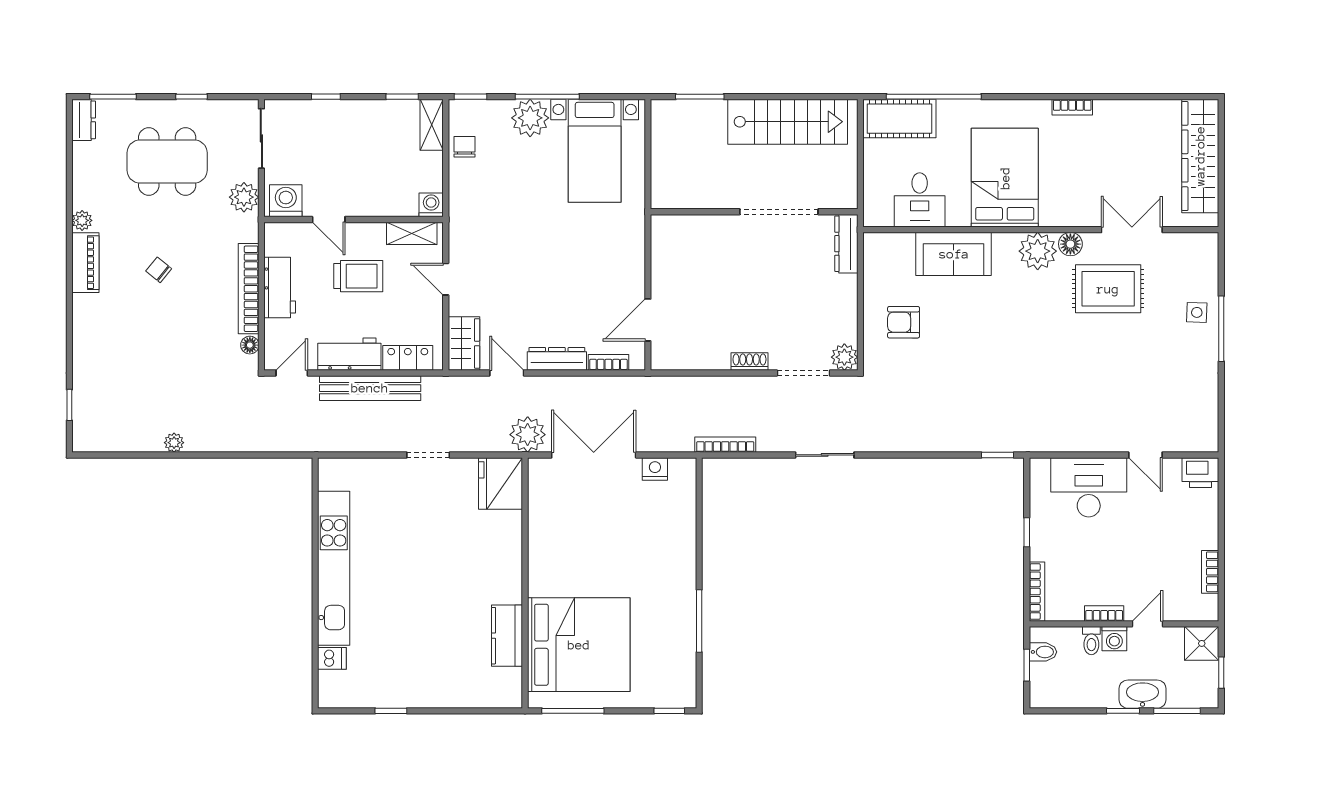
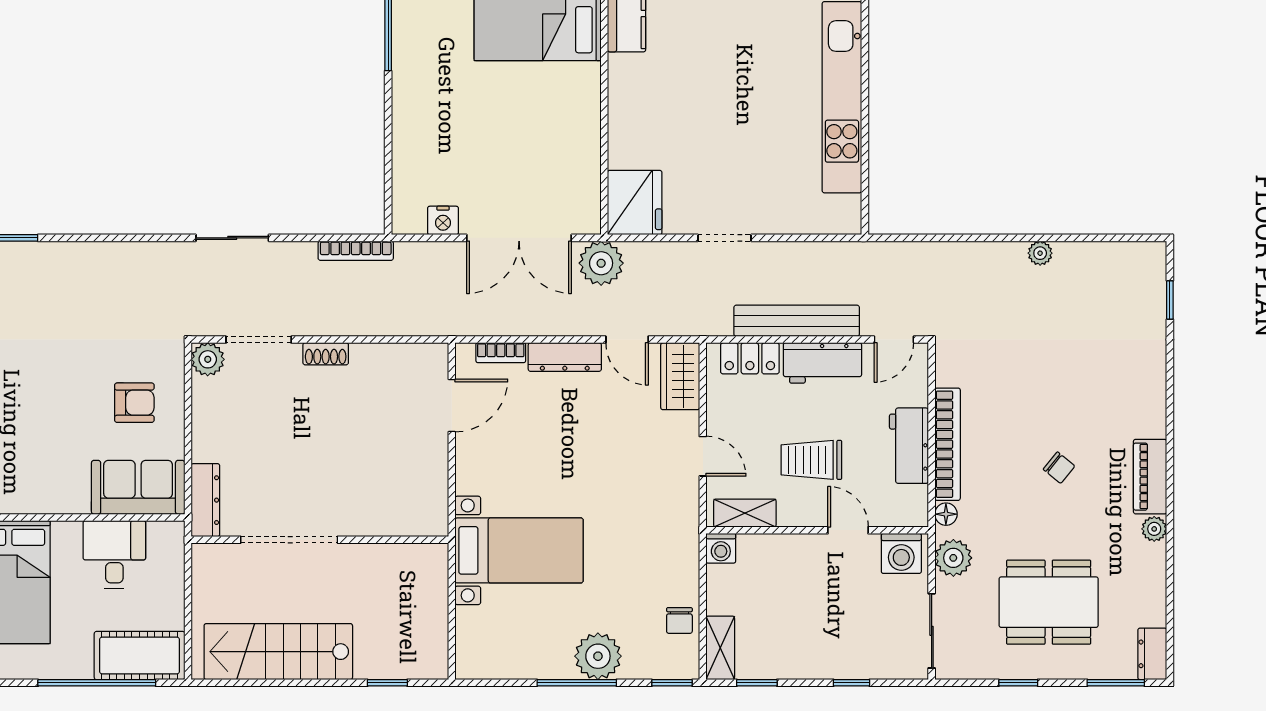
window: (700, 97) -> (387, 683), width x0.67
bed with nightstands: (595, 151) -> (519, 550), moved, turned 90
sofa: (954, 254) -> (138, 487), moved
floor lamp: (250, 345) -> (946, 514), moved

